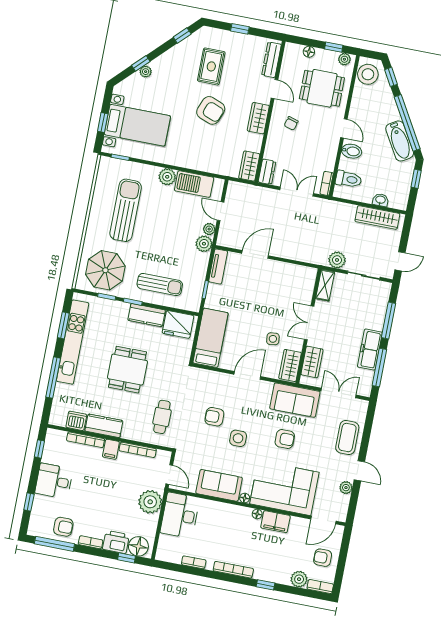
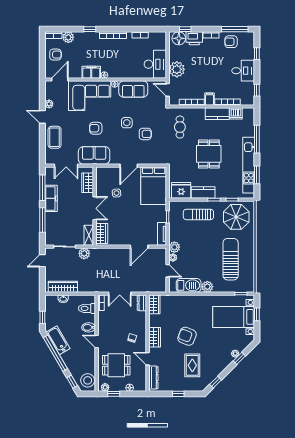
sun lounger: (126, 210) -> (231, 259), turned 180
bed: (211, 338) -> (154, 186), width x1.50
wardrobe: (290, 366) -> (102, 233), moved

